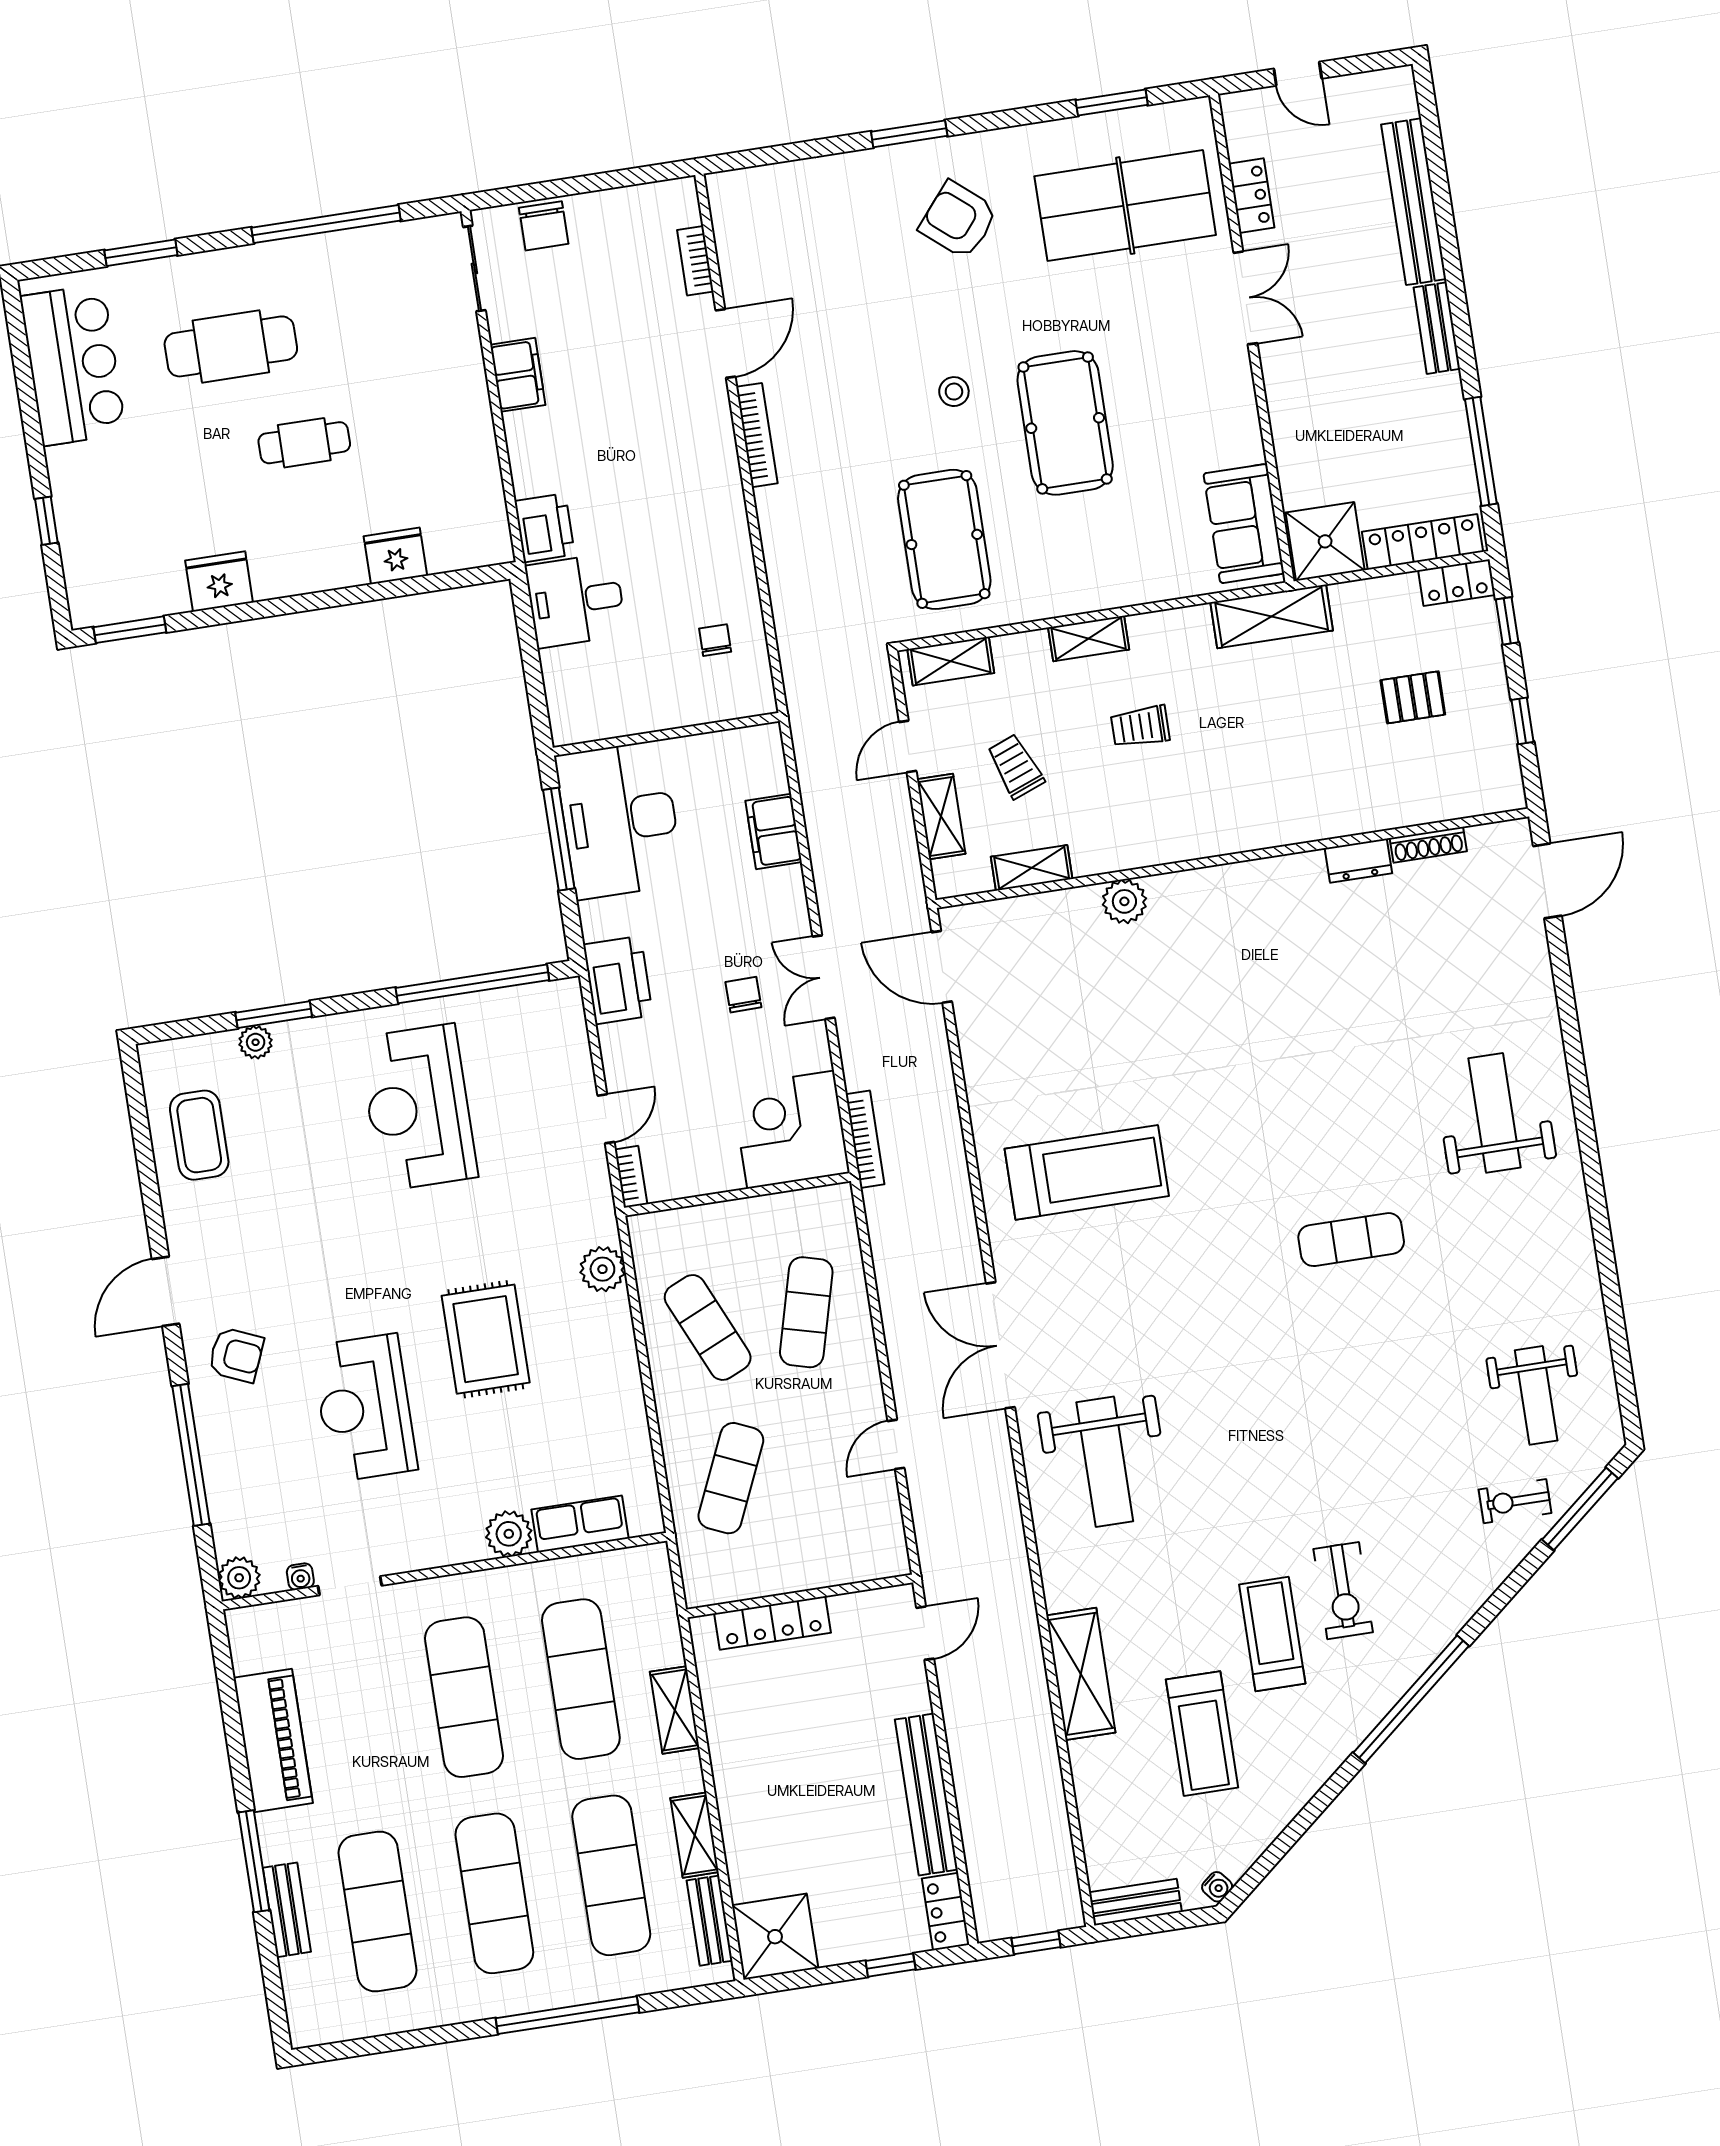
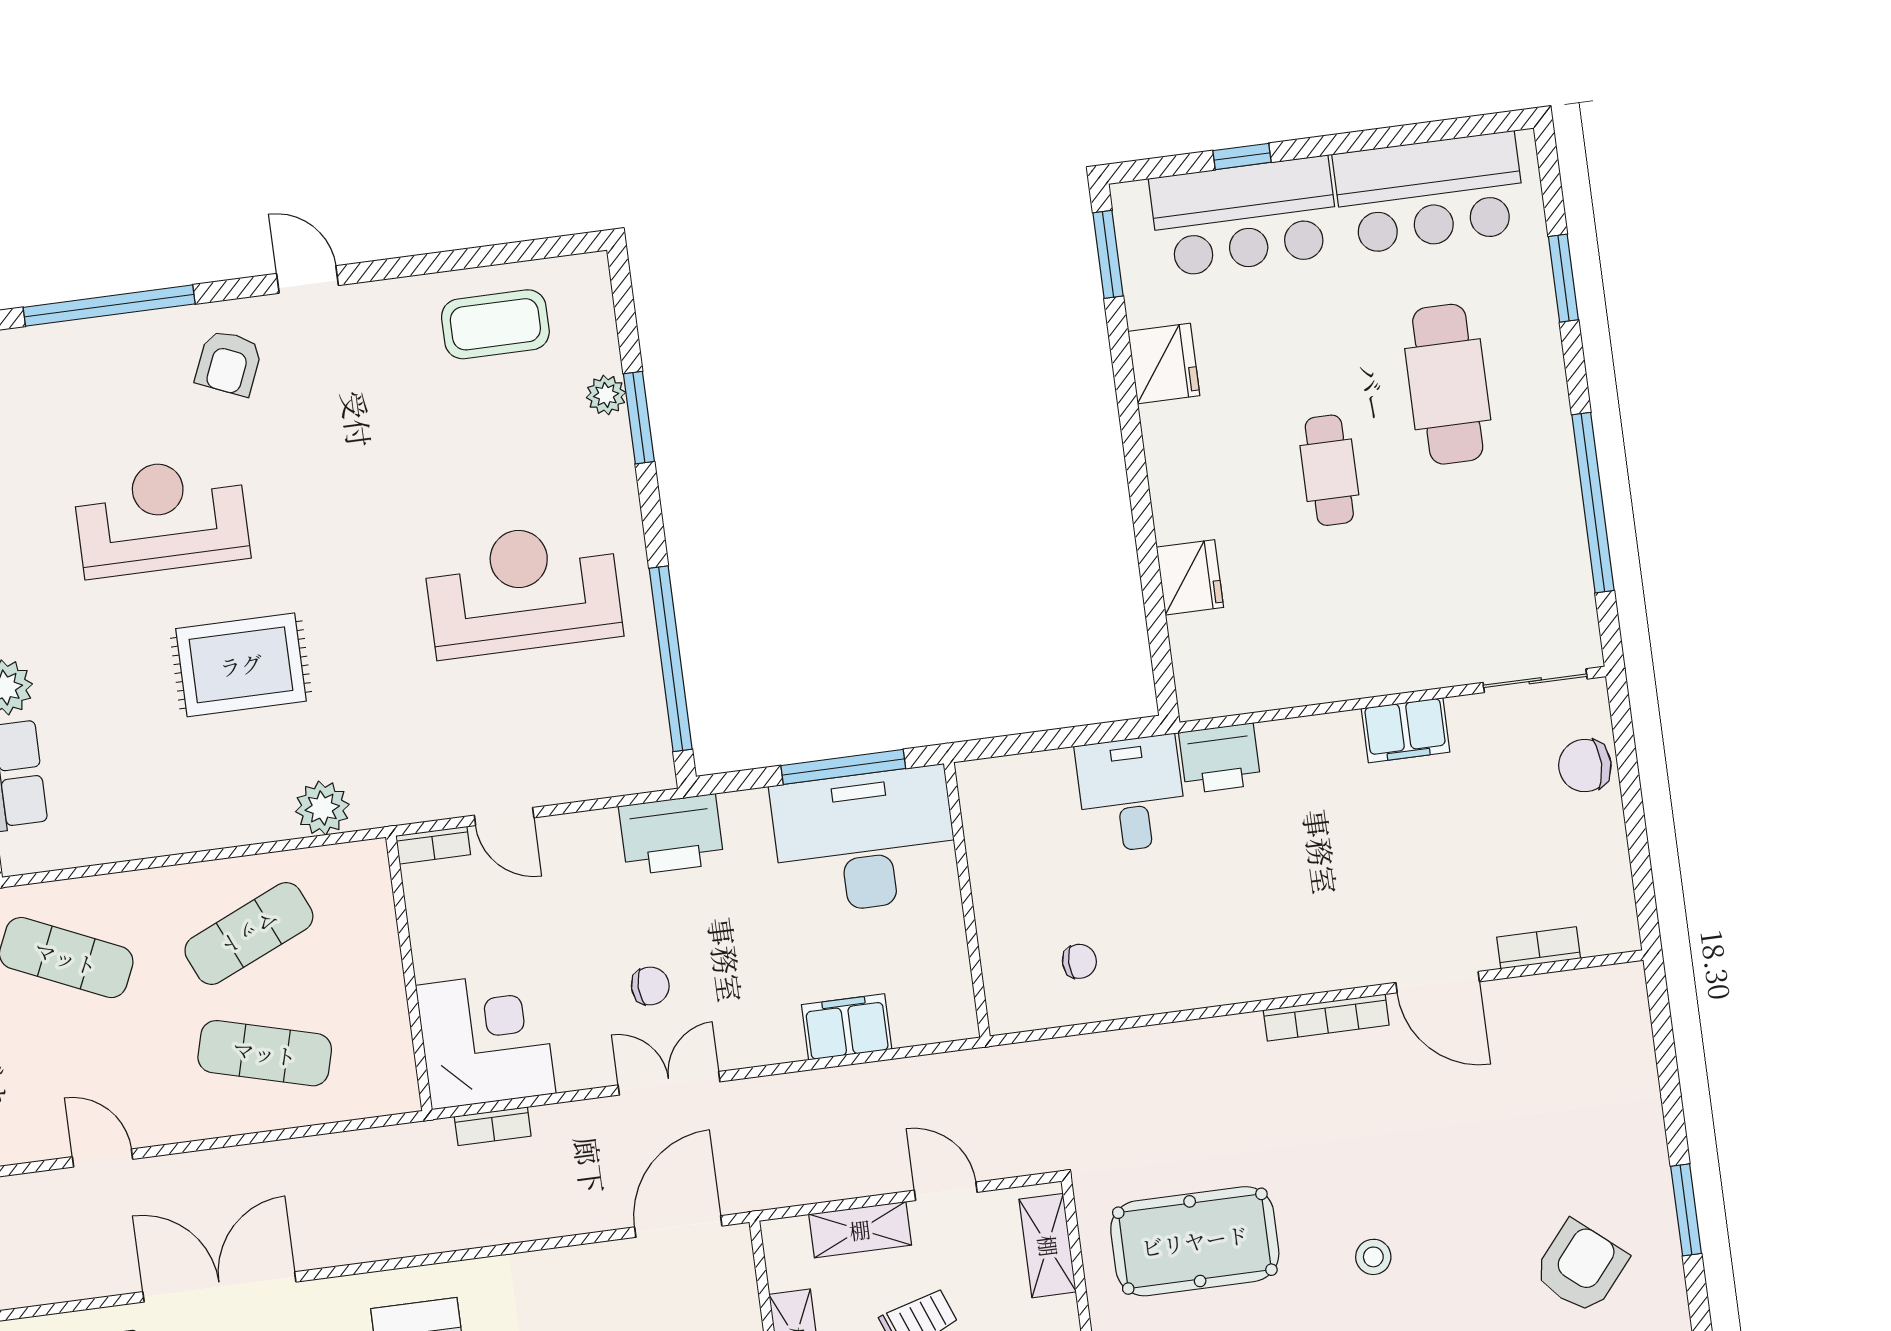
bar counter: (96, 518) -> (1245, 217), added
bookcase: (865, 1139) -> (493, 1126), width x0.64
door: (166, 1291) -> (307, 279), width x0.73

